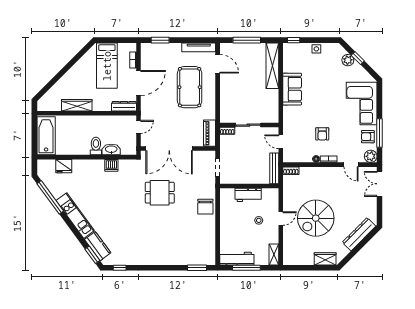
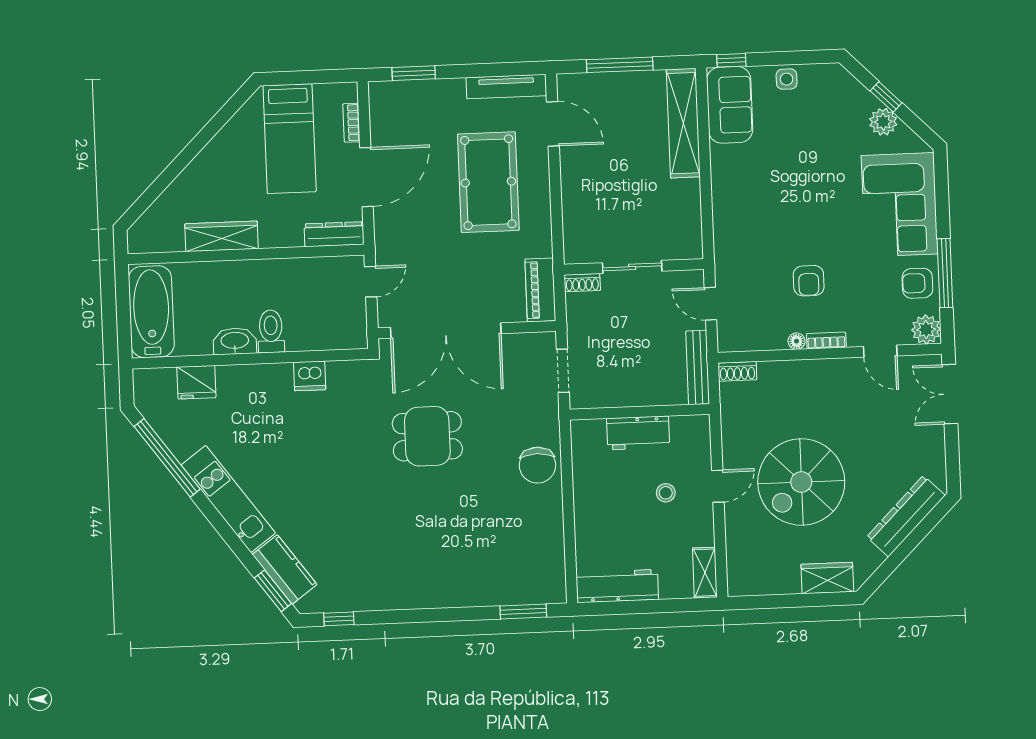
plant: (348, 60) -> (883, 122), moved
sofa: (292, 89) -> (730, 105), moved
washbasin: (111, 150) -> (235, 341), moved
window: (246, 268) -> (641, 607), removed

